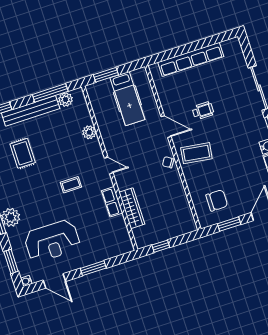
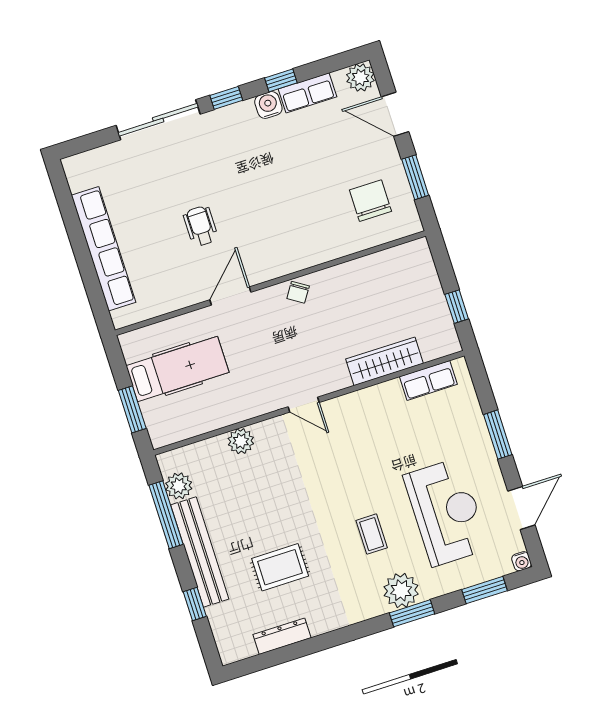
coffee table: (196, 153) -> (281, 239), removed
door: (109, 165) -> (304, 405), swing flipped
coffee table: (71, 185) -> (372, 534), moved
row of seats: (112, 202) -> (428, 380), moved

